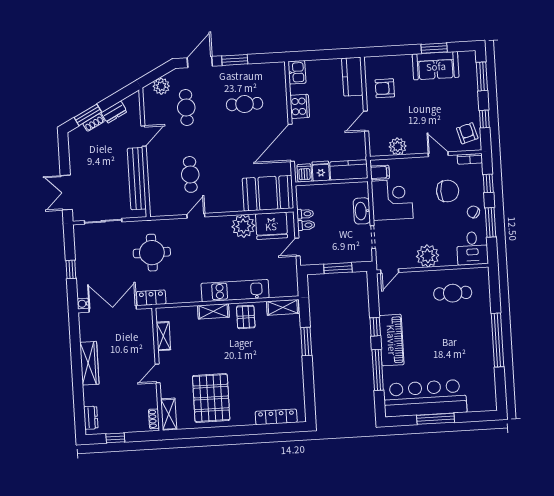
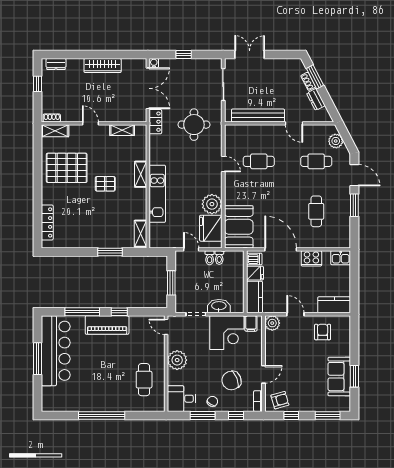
plant: (398, 146) -> (272, 323), moved
chair: (448, 191) -> (232, 380), turned 69
pallet: (246, 317) -> (105, 184), moved

